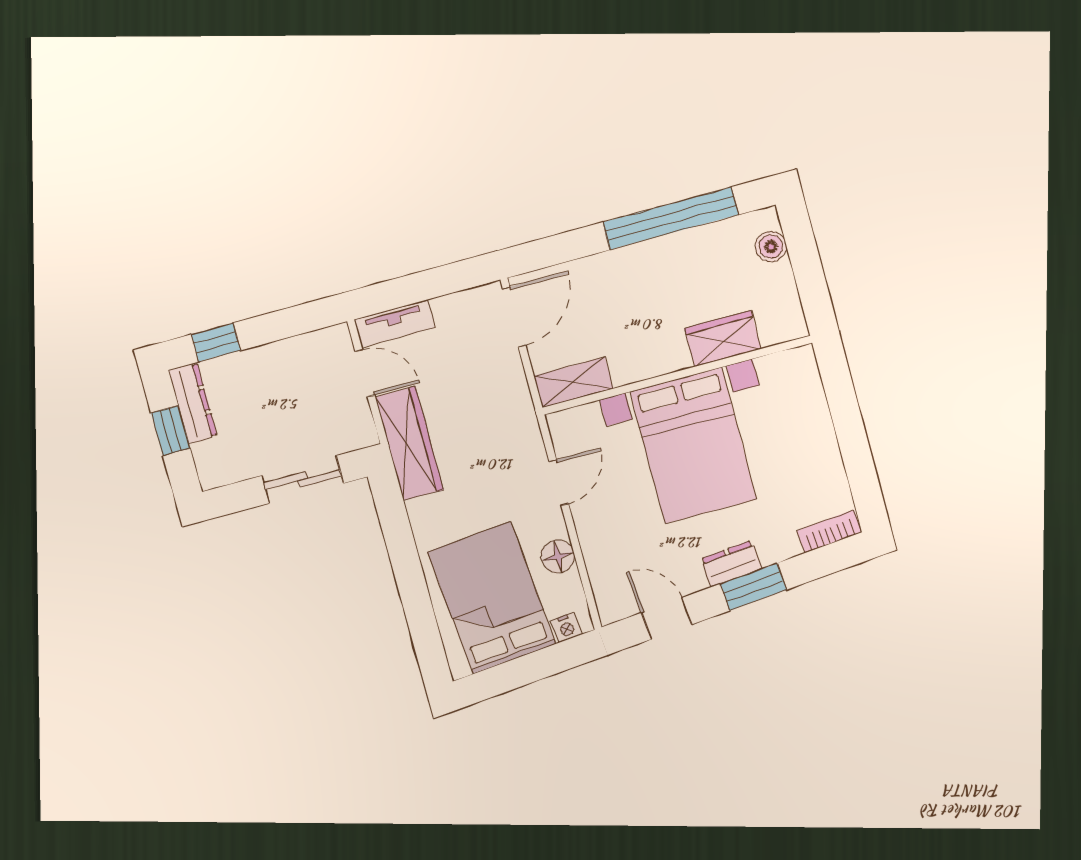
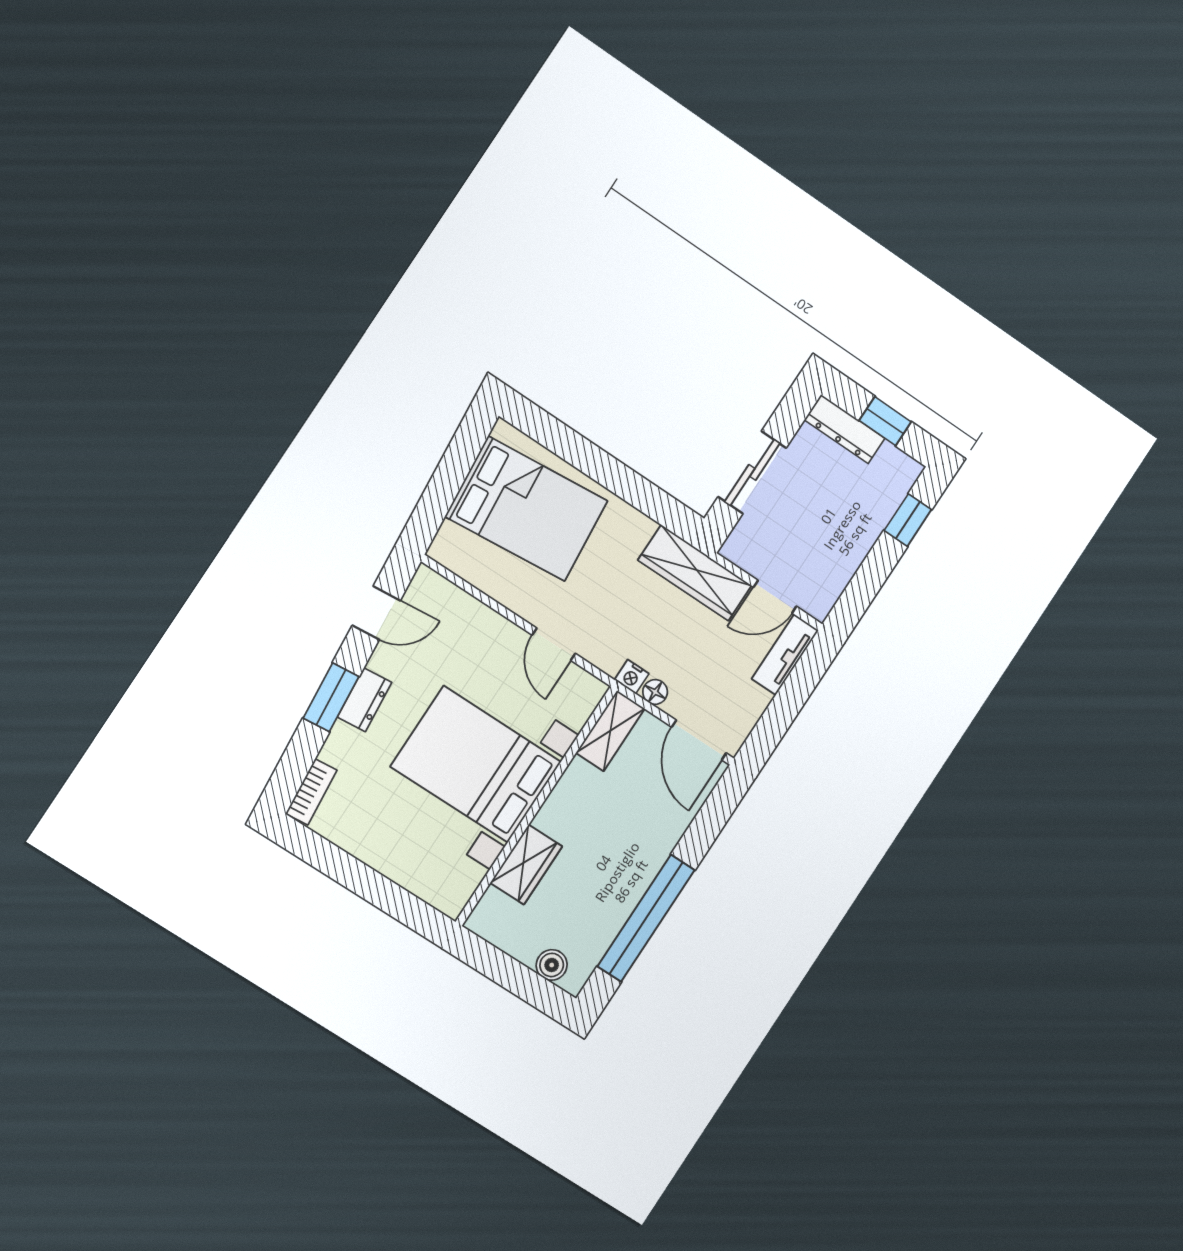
dresser: (193, 403) -> (845, 429), moved
floor lamp: (558, 556) -> (655, 692), moved, width x0.73, depth x0.73
nightstand: (566, 628) -> (632, 677), moved, turned -85

